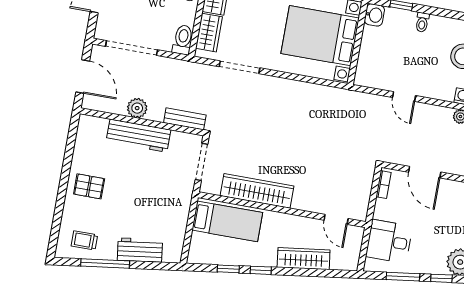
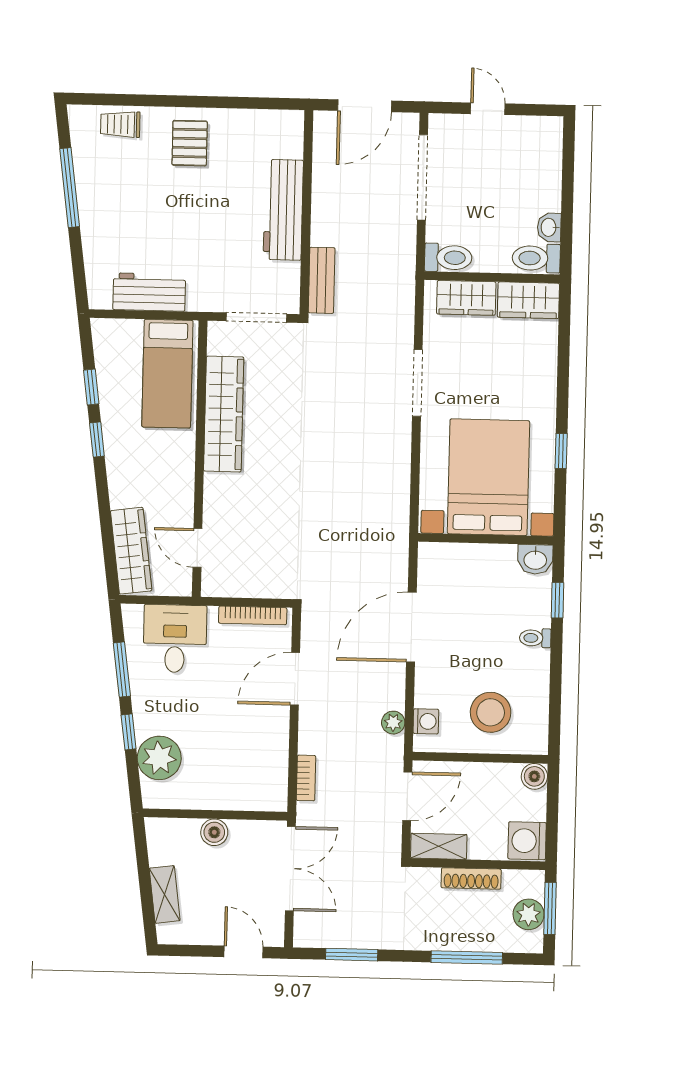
doorway: (240, 67) -> (417, 383), moved
door: (404, 97) -> (411, 627), width x1.87
plant: (137, 108) -> (327, 201), removed
bookcase: (384, 185) -> (253, 615), width x1.56
door: (336, 219) -> (197, 548), hinge flipped
trolley: (84, 240) -> (120, 124), moved, turned -90
workbench: (140, 250) -> (149, 292), moved, turned -82
wardrobe: (304, 259) -> (131, 551), moved

